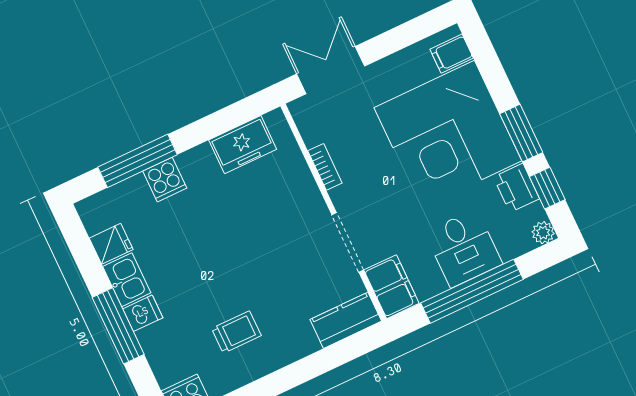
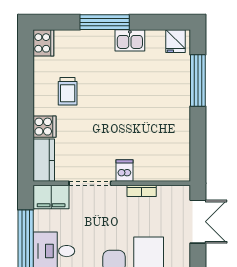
freezer: (243, 145) -> (178, 148), removed
cooker: (165, 180) -> (45, 127), moved, turned 180
fridge: (111, 244) -> (175, 41), moved
dishwasher: (143, 313) -> (125, 171), moved, turned 180

